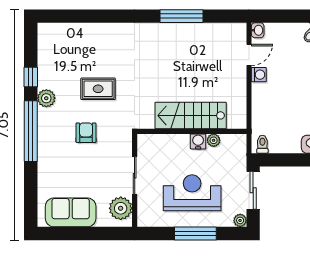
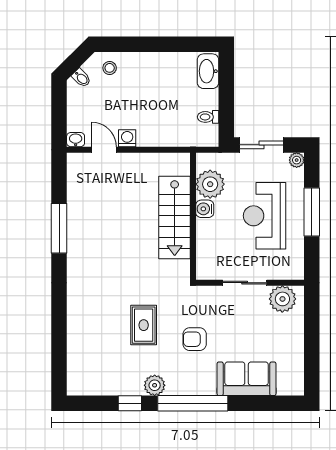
plant: (214, 140) -> (210, 184), width x1.87, depth x1.87
toilet: (262, 144) -> (208, 117), moved
sofa: (71, 212) -> (247, 379), moved, turned 90

